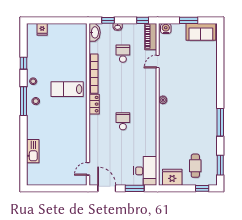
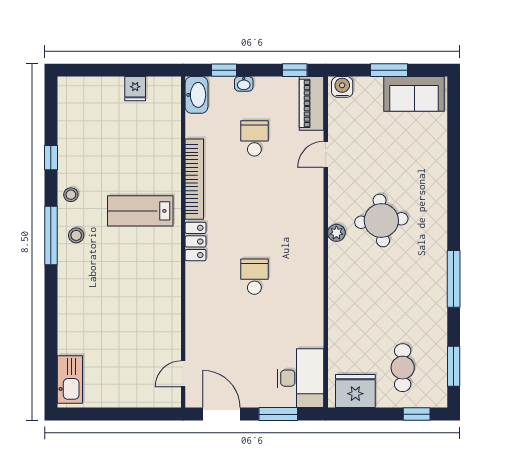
fridge: (42, 29) -> (135, 89), moved
round table: (185, 94) -> (381, 221), added
kitchen sink: (33, 151) -> (70, 379), moved

